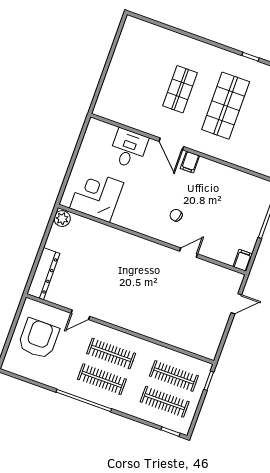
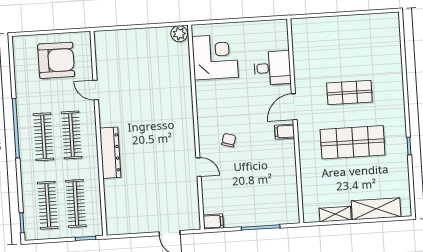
dresser: (43, 274) -> (110, 153), moved, turned -90

